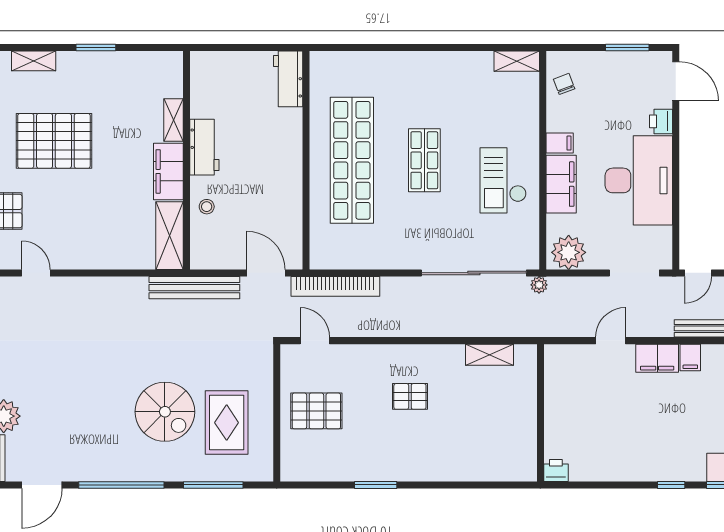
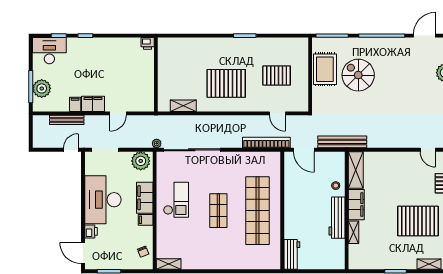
workbench: (204, 147) -> (337, 218), width x1.38
pallet: (410, 396) -> (226, 83), width x2.05, depth x2.00
wall: (277, 413) -> (310, 75), moved

